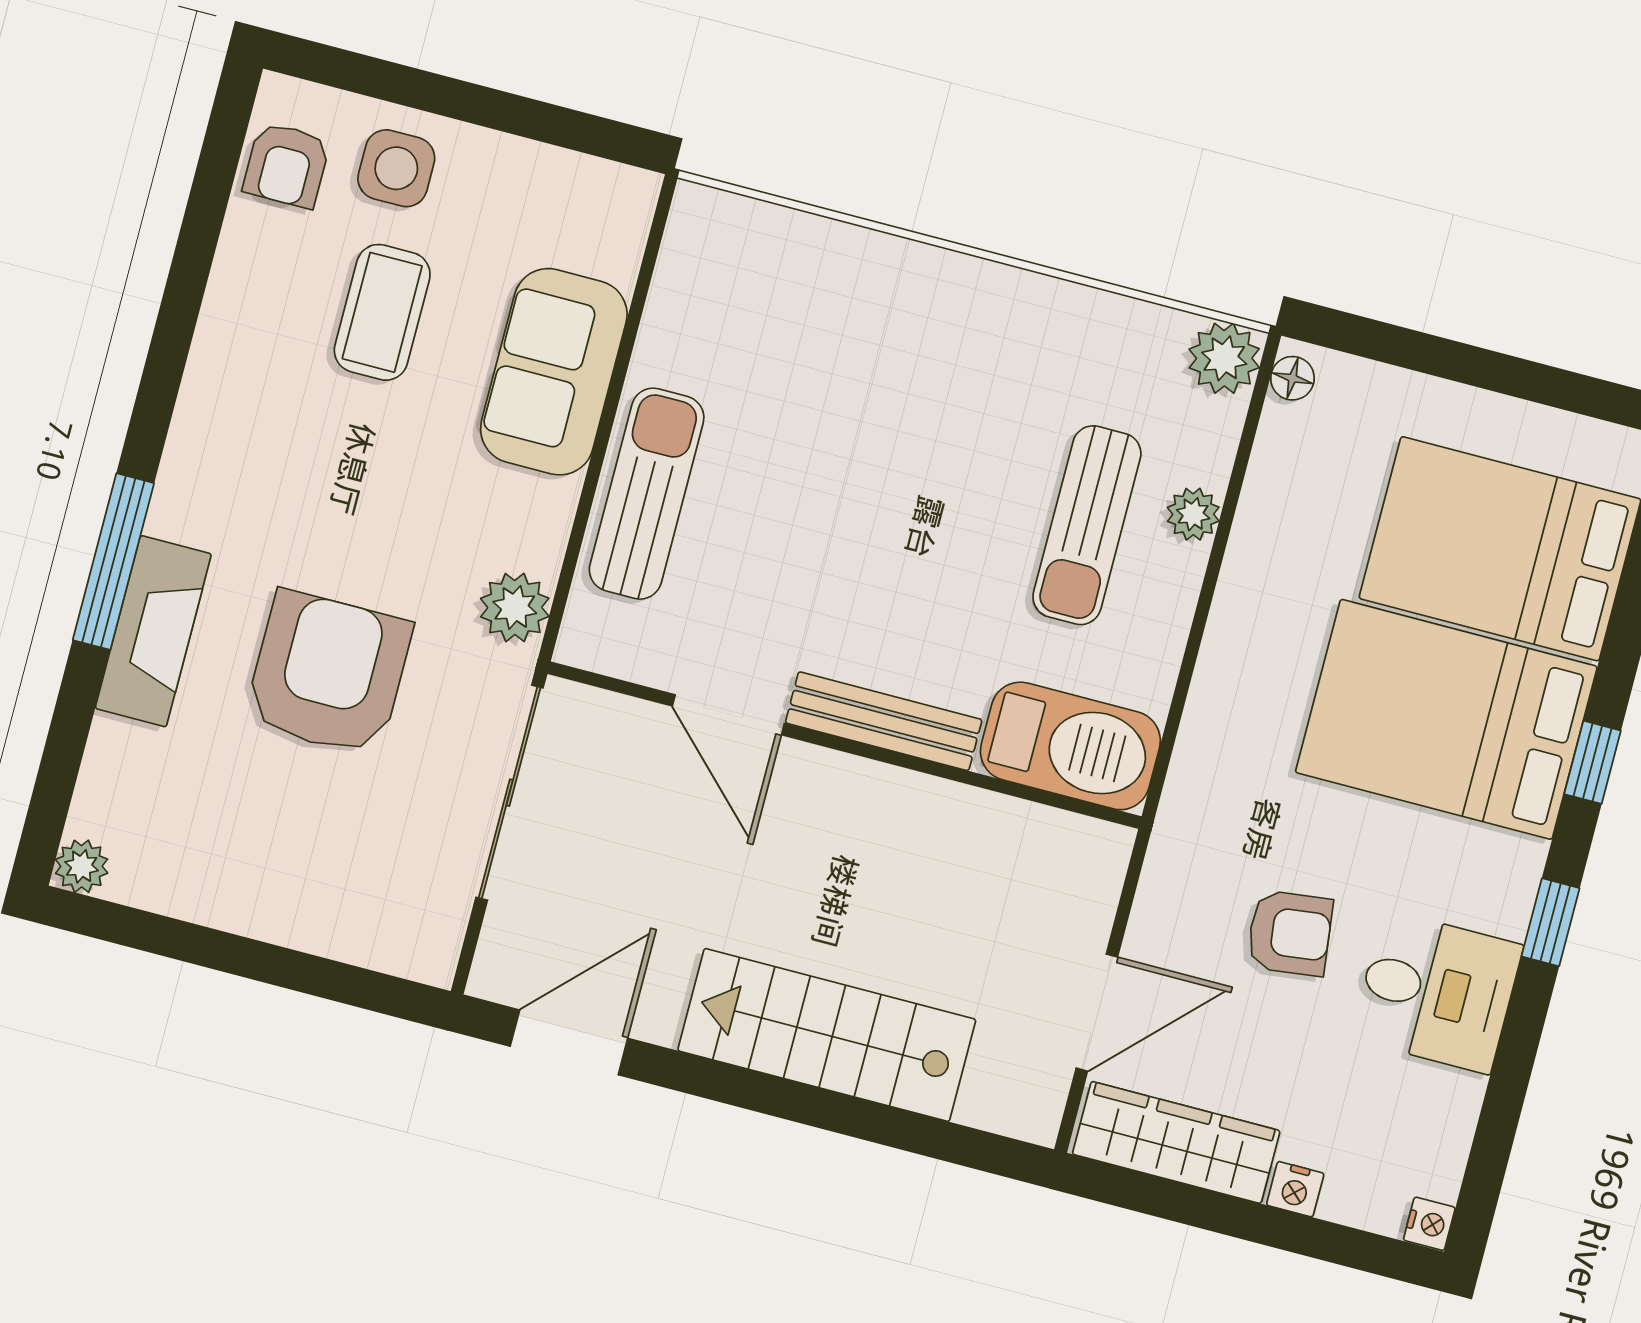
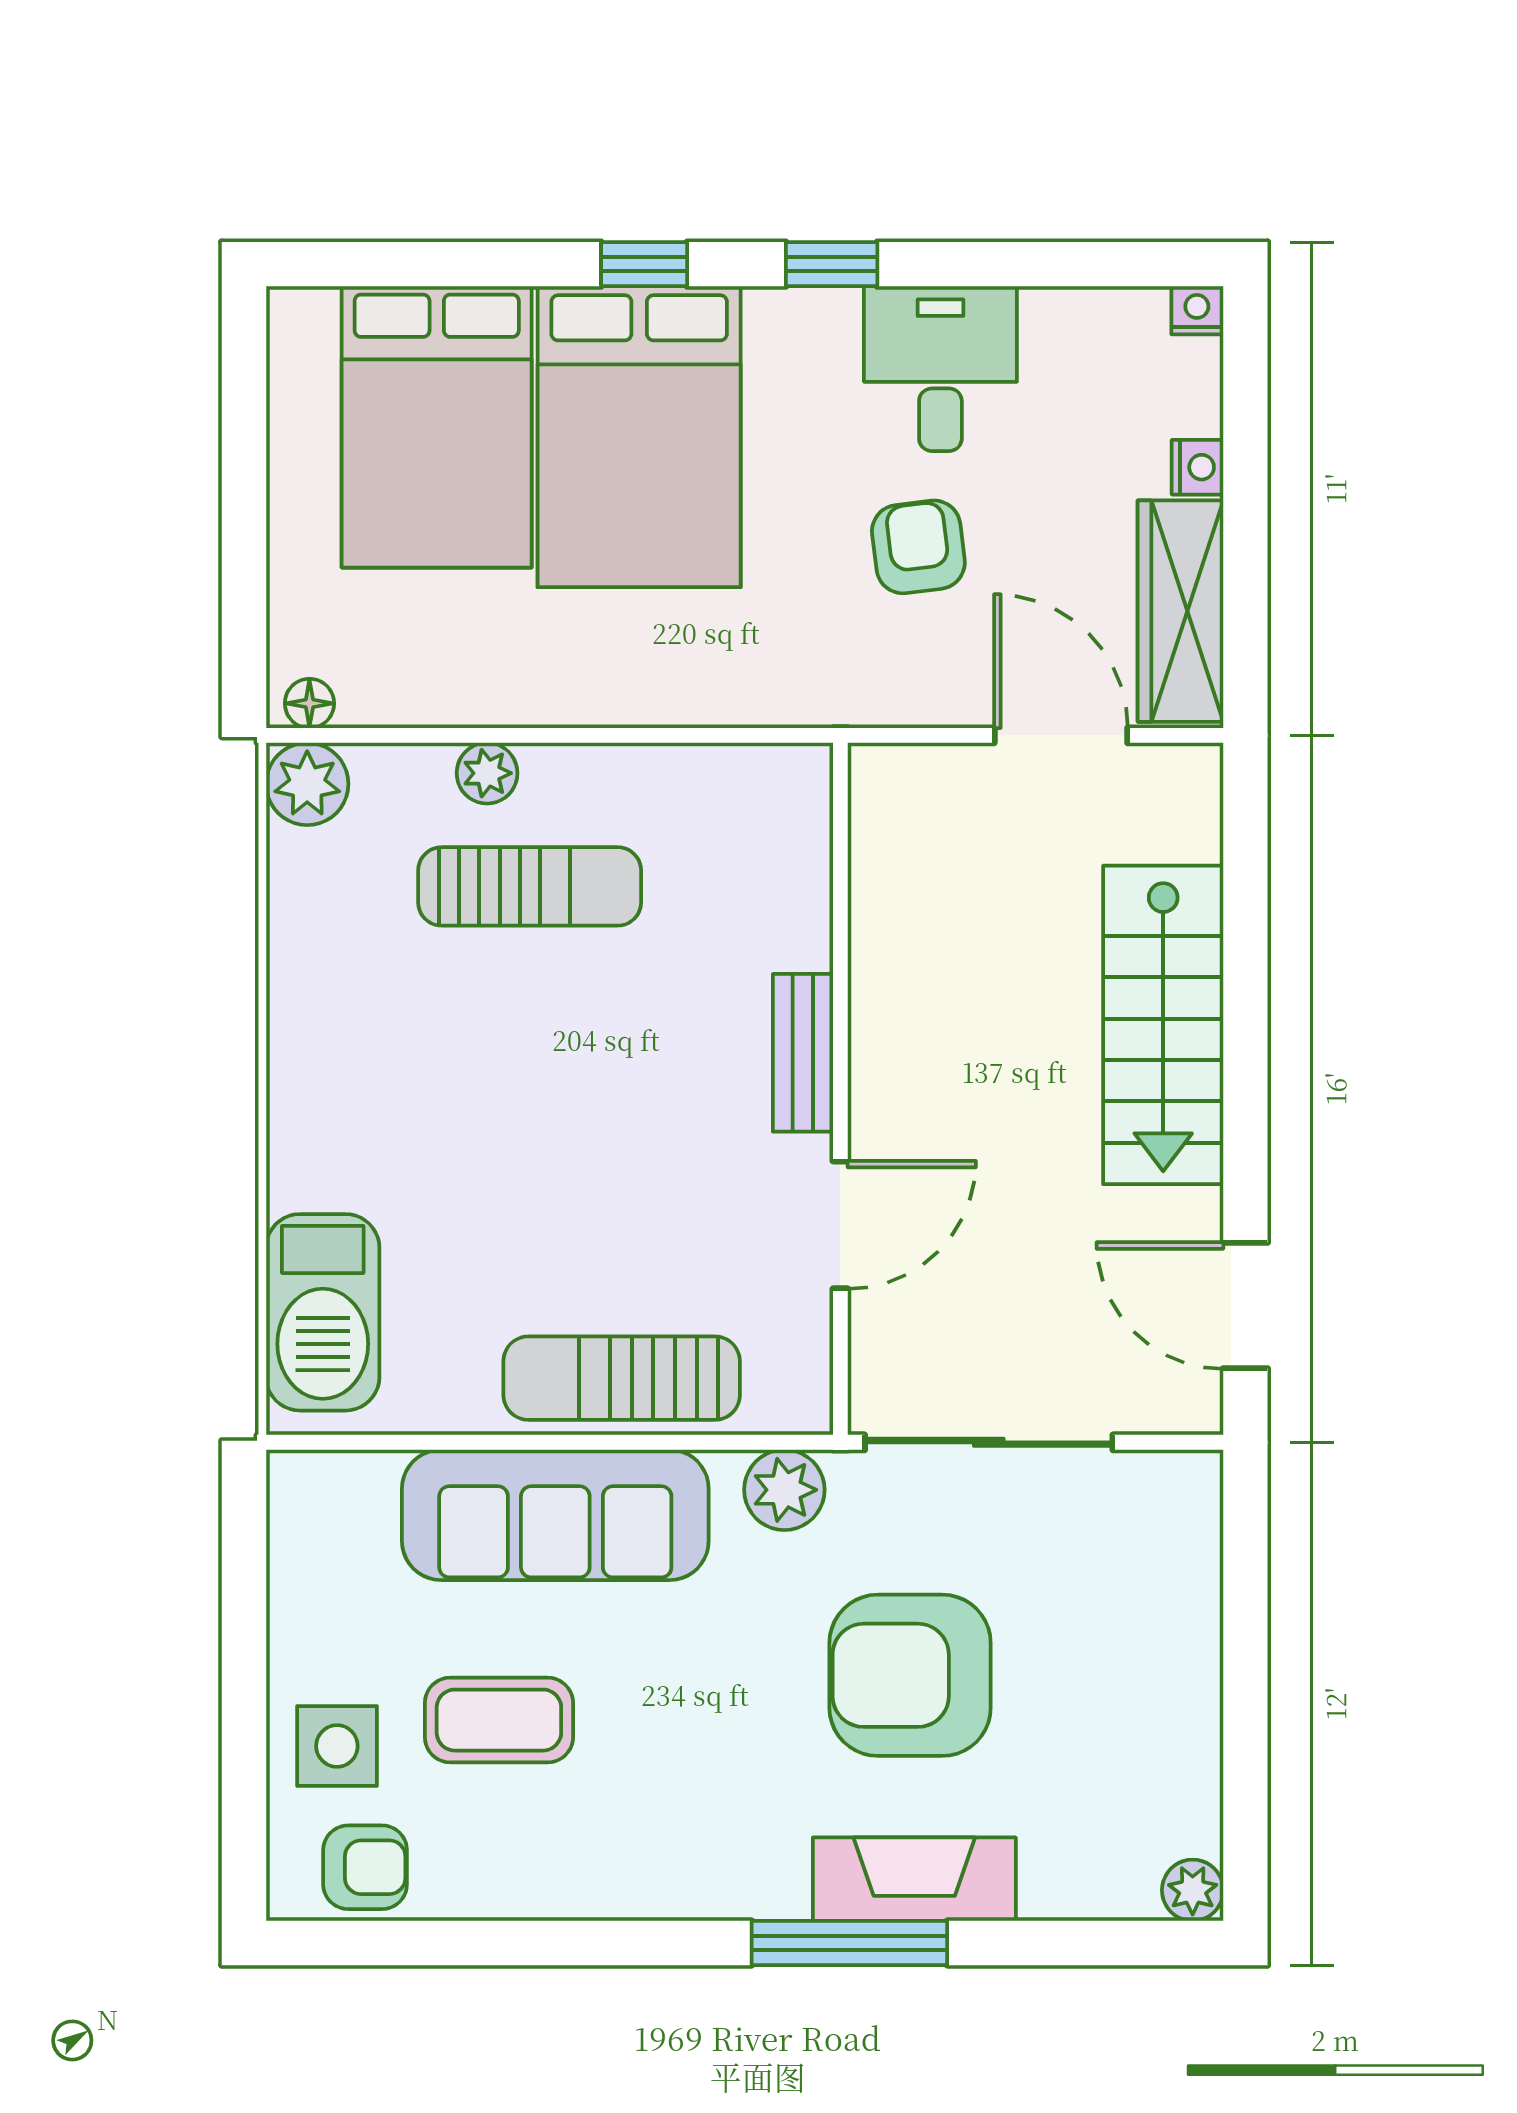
sofa: (554, 372) -> (555, 1515), width x1.36
bench: (884, 721) -> (803, 1053), width x0.73
barbecue: (1070, 746) -> (323, 1312), moved, turned 180

